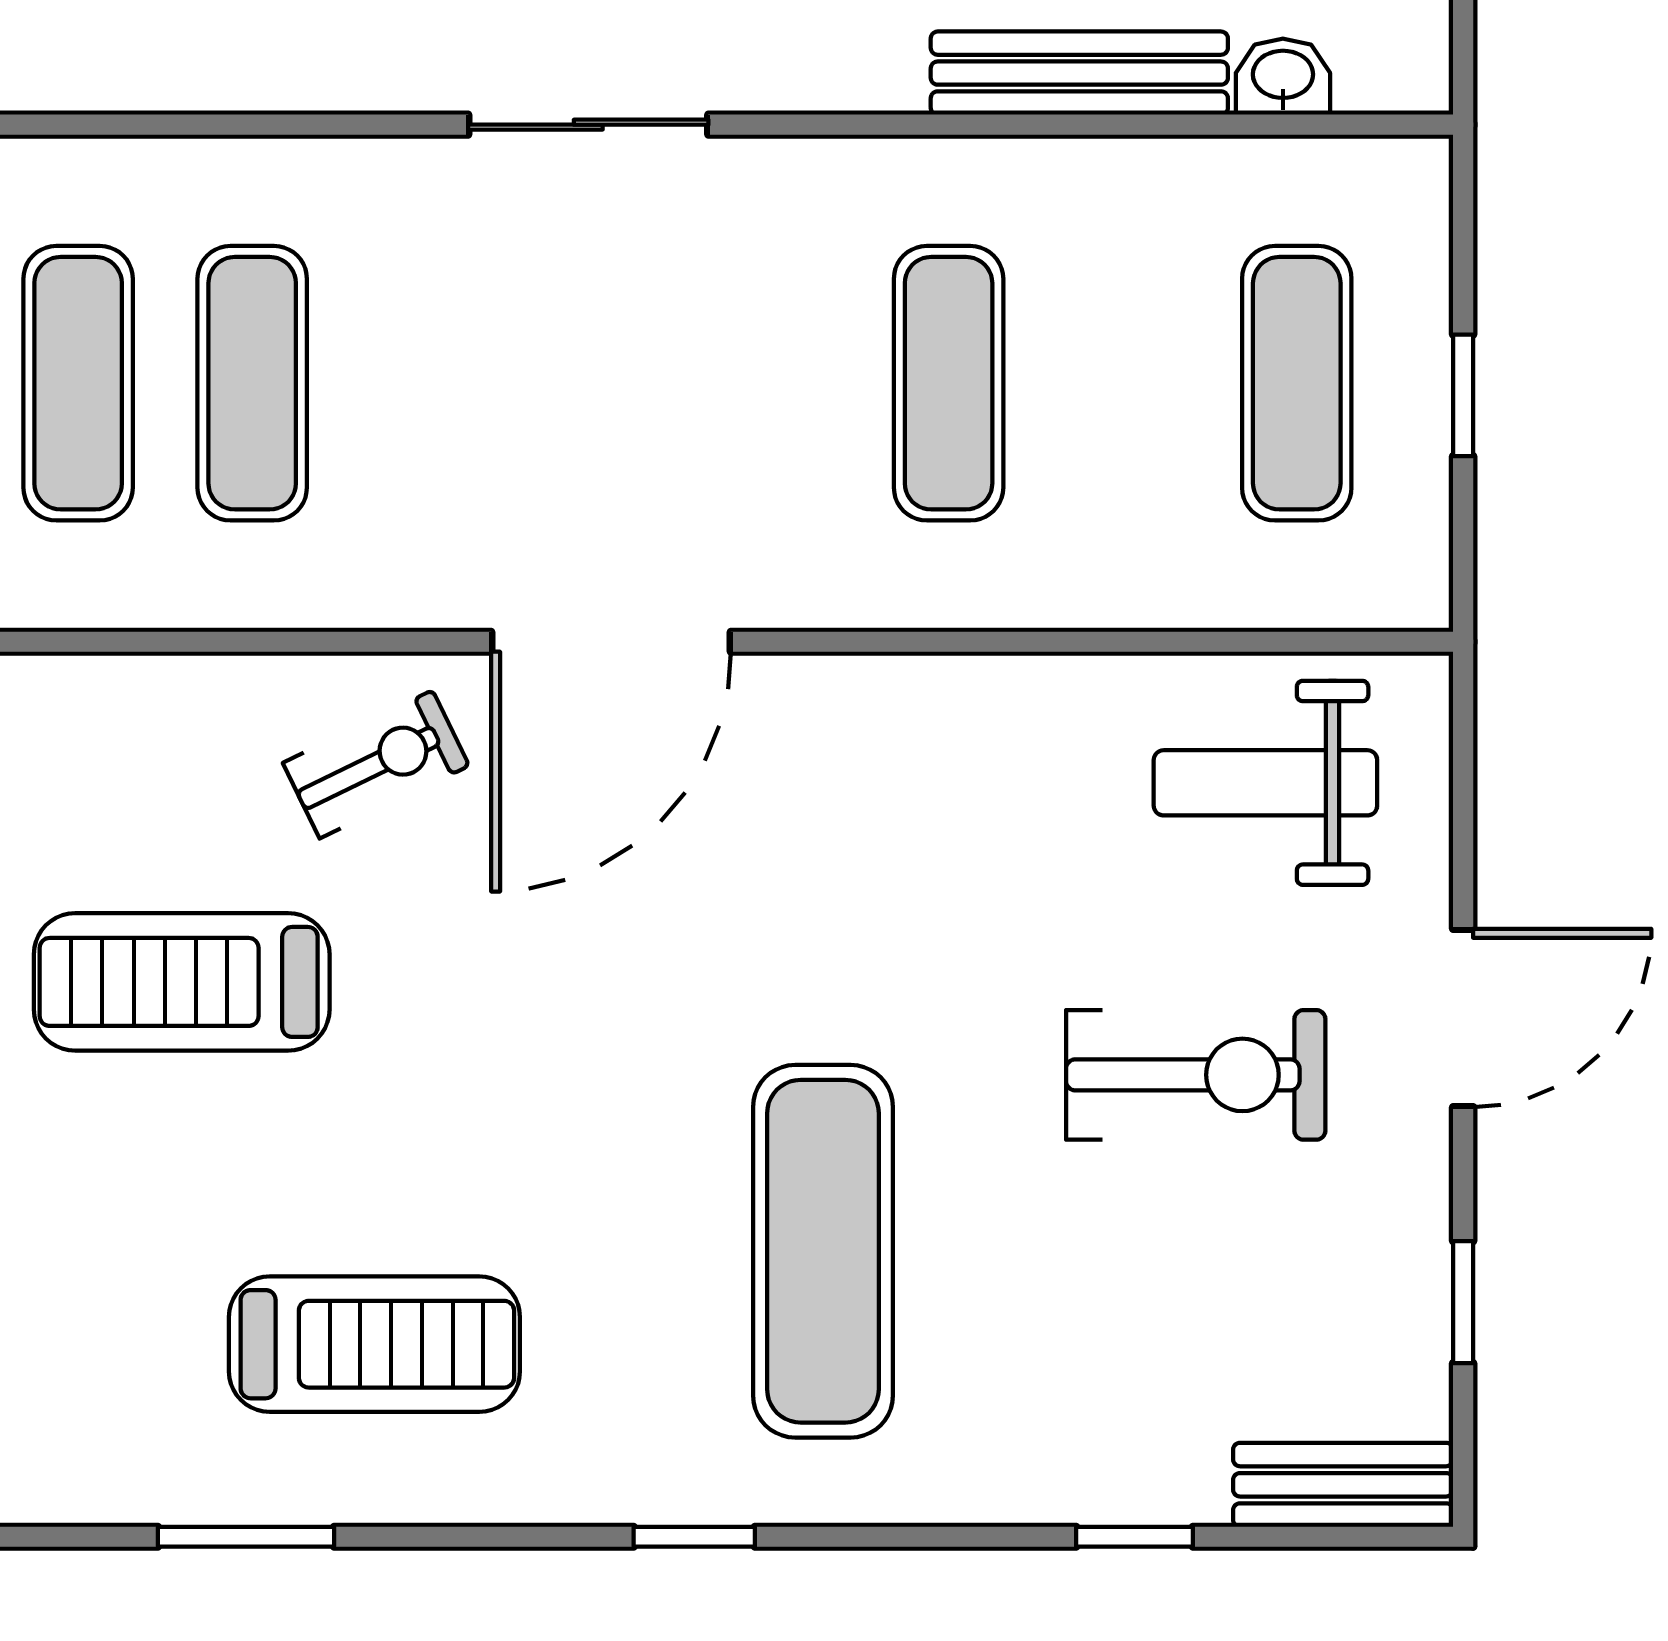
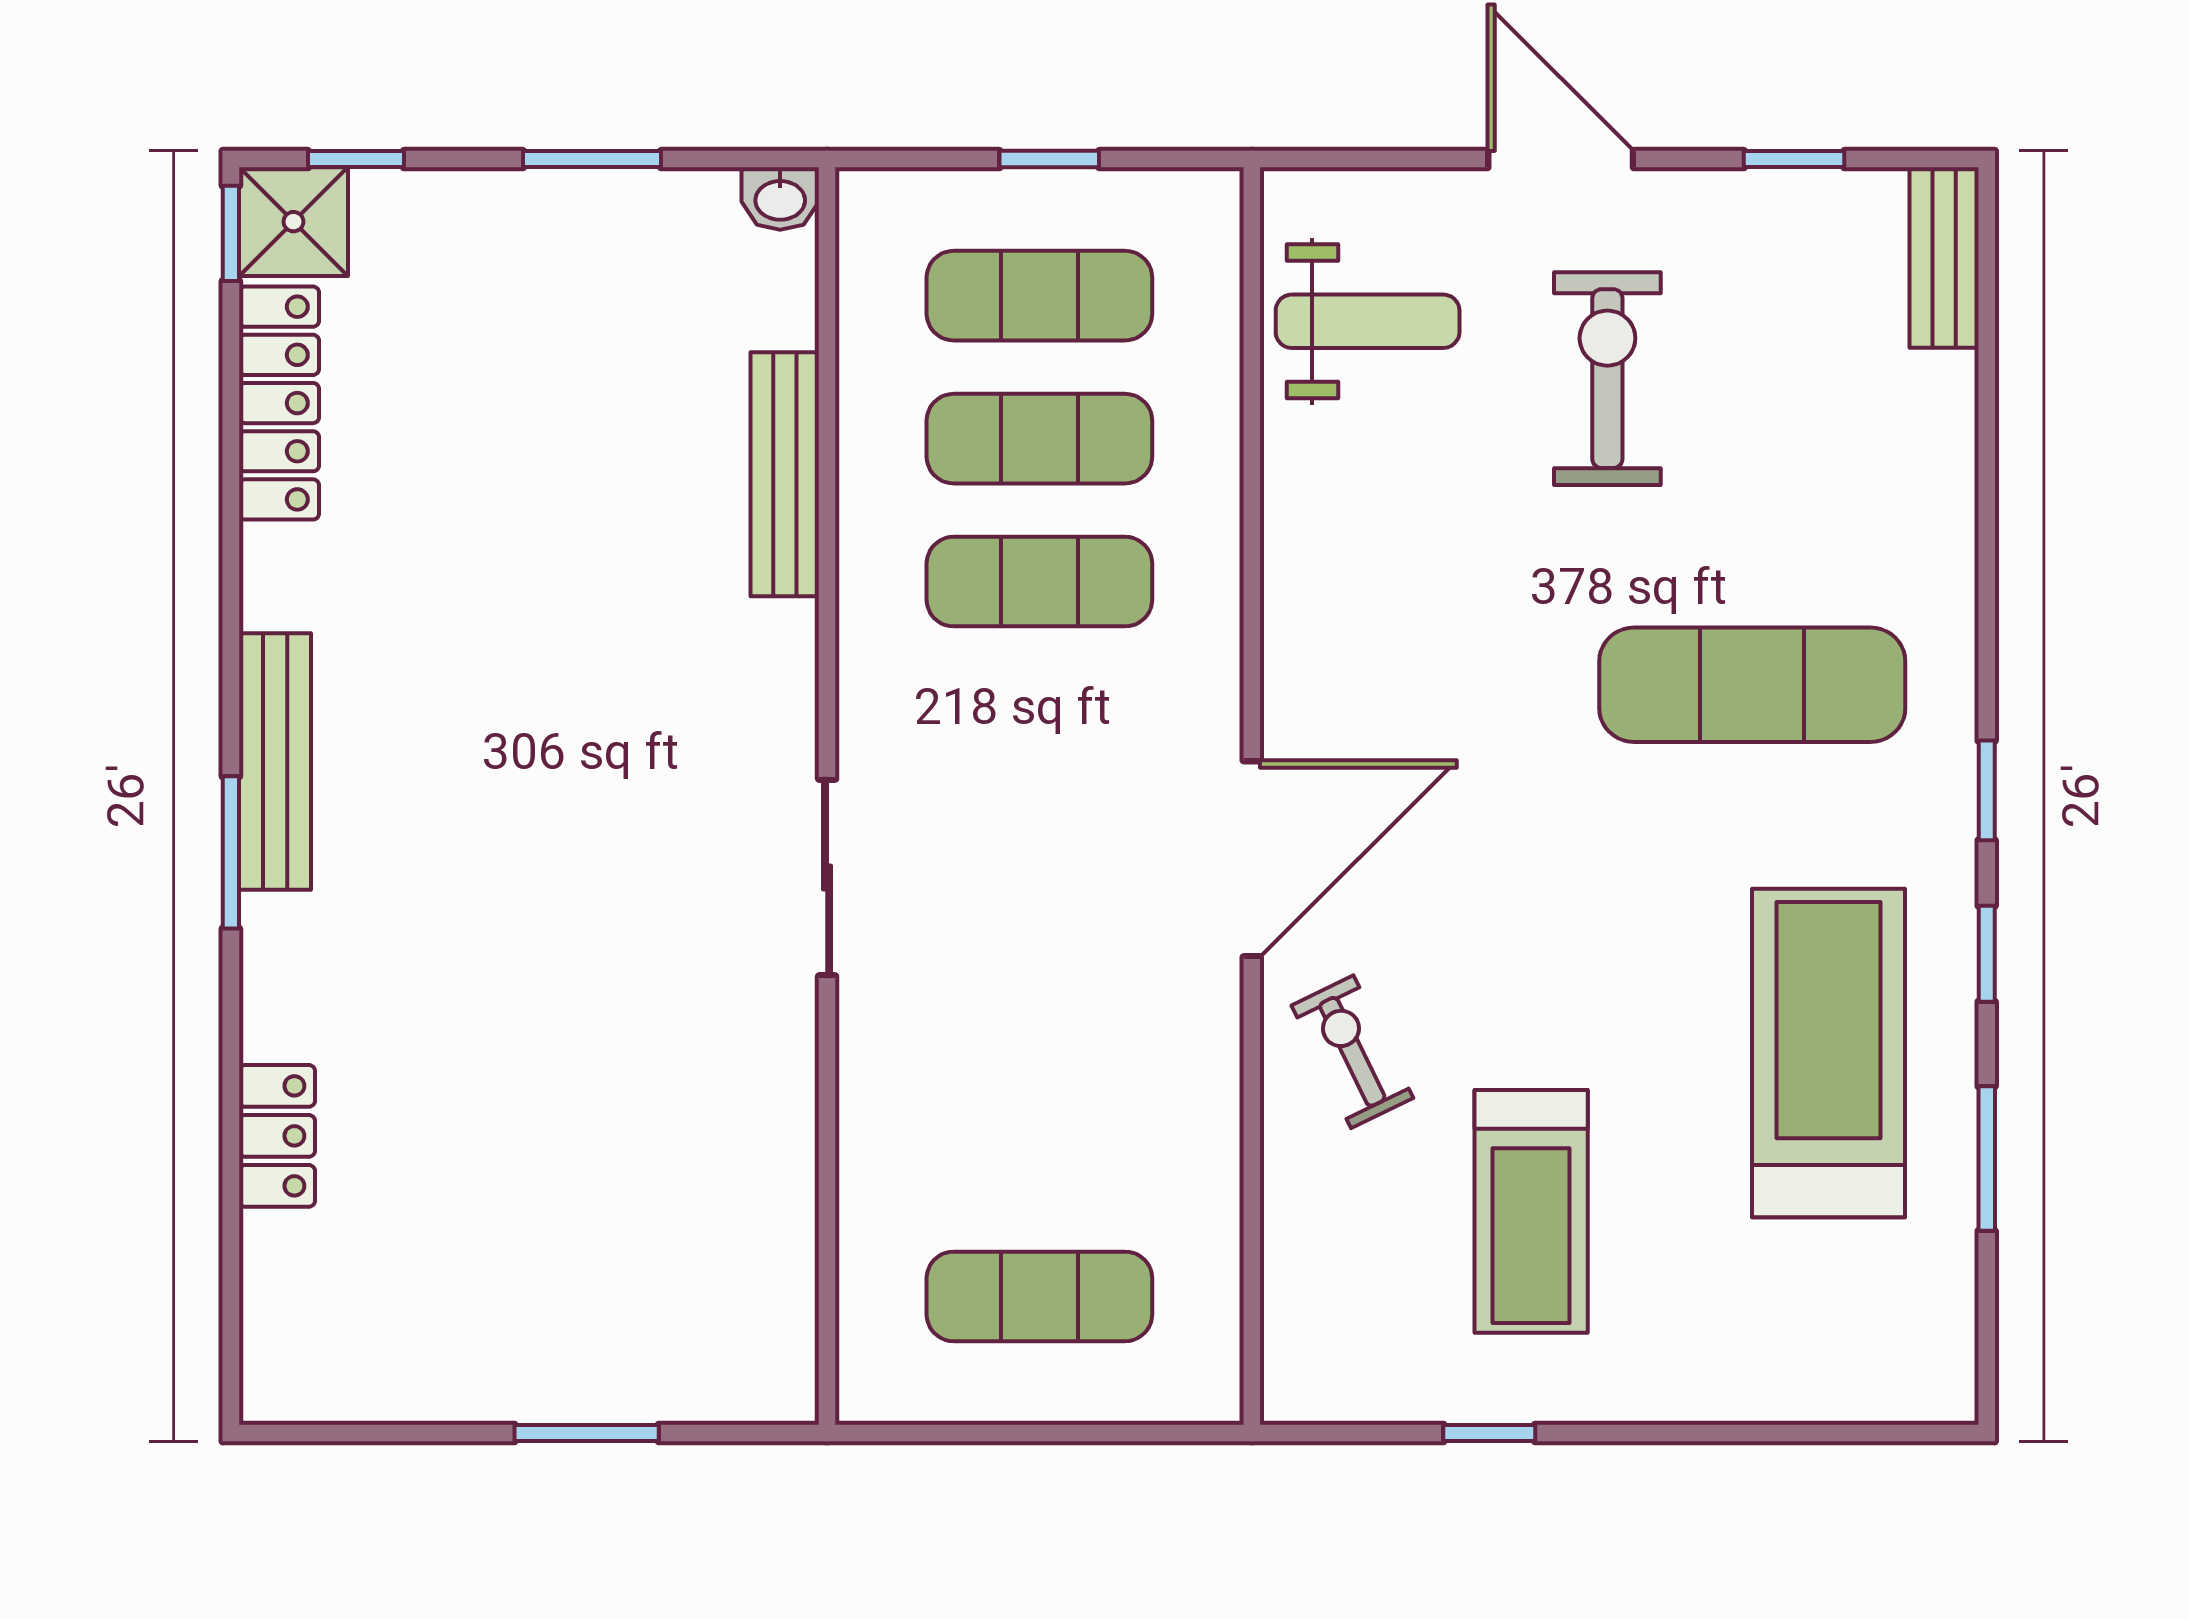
washbasin: (1283, 77) -> (780, 198), moved, turned -90
exercise mat: (252, 383) -> (1039, 439), moved
door: (611, 642) -> (1252, 859), hinge flipped
weight bench: (1265, 783) -> (1368, 321), turned -90
treadmill: (374, 1344) -> (1829, 1053), width x1.37, depth x1.38
window: (1135, 1537) -> (1987, 954), moved

